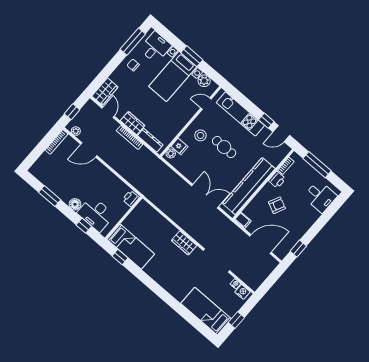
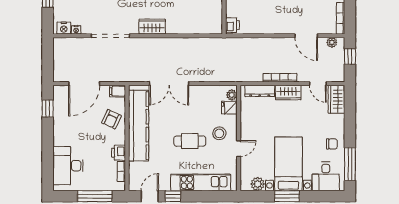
door: (206, 104) -> (239, 149), moved
door: (89, 150) -> (306, 36), swing flipped
desk: (320, 196) -> (68, 166), width x1.37
armchair: (277, 205) -> (111, 119), moved

